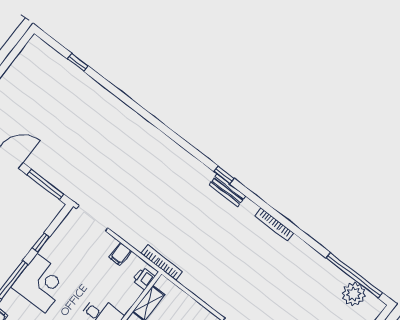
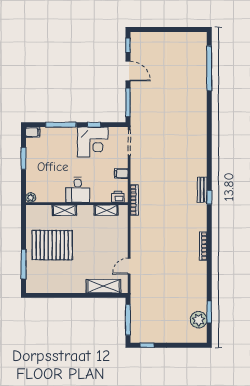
window: (78, 62) -> (209, 68), width x3.17
bench: (227, 190) -> (202, 190), moved
window: (354, 275) -> (209, 312), width x0.47
corner desk: (41, 283) -> (93, 142), moved

